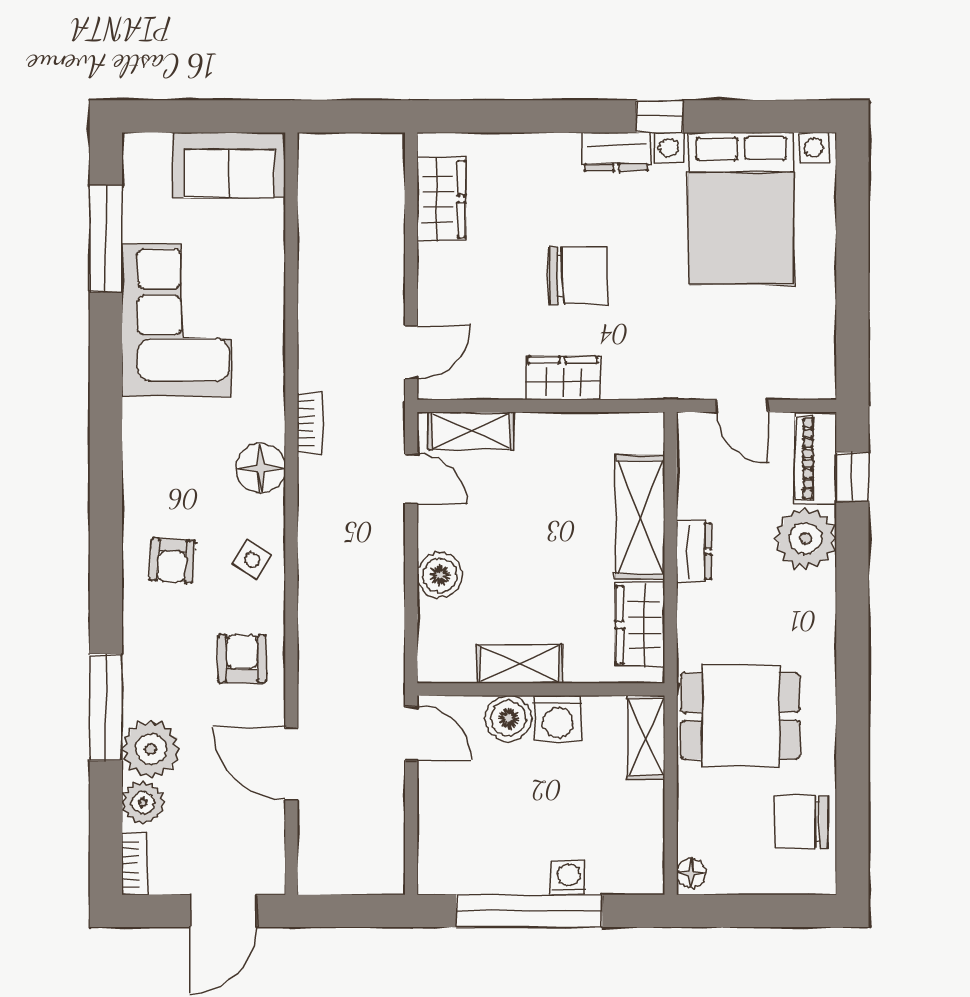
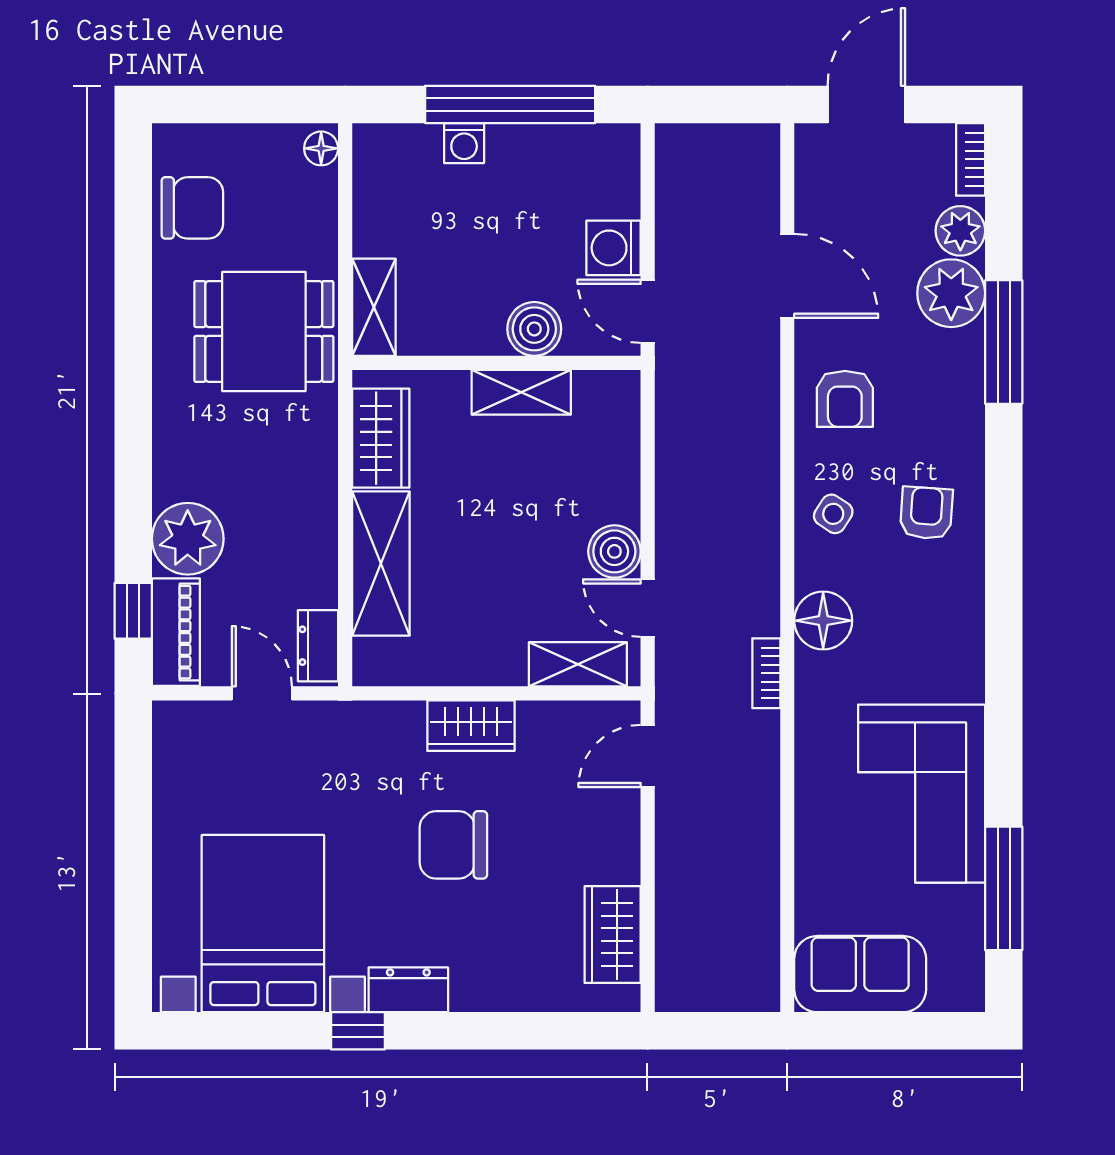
dresser: (694, 551) -> (318, 646), moved
boiler: (440, 575) -> (614, 551), moved
washing machine: (558, 719) -> (613, 248), moved, turned -90

